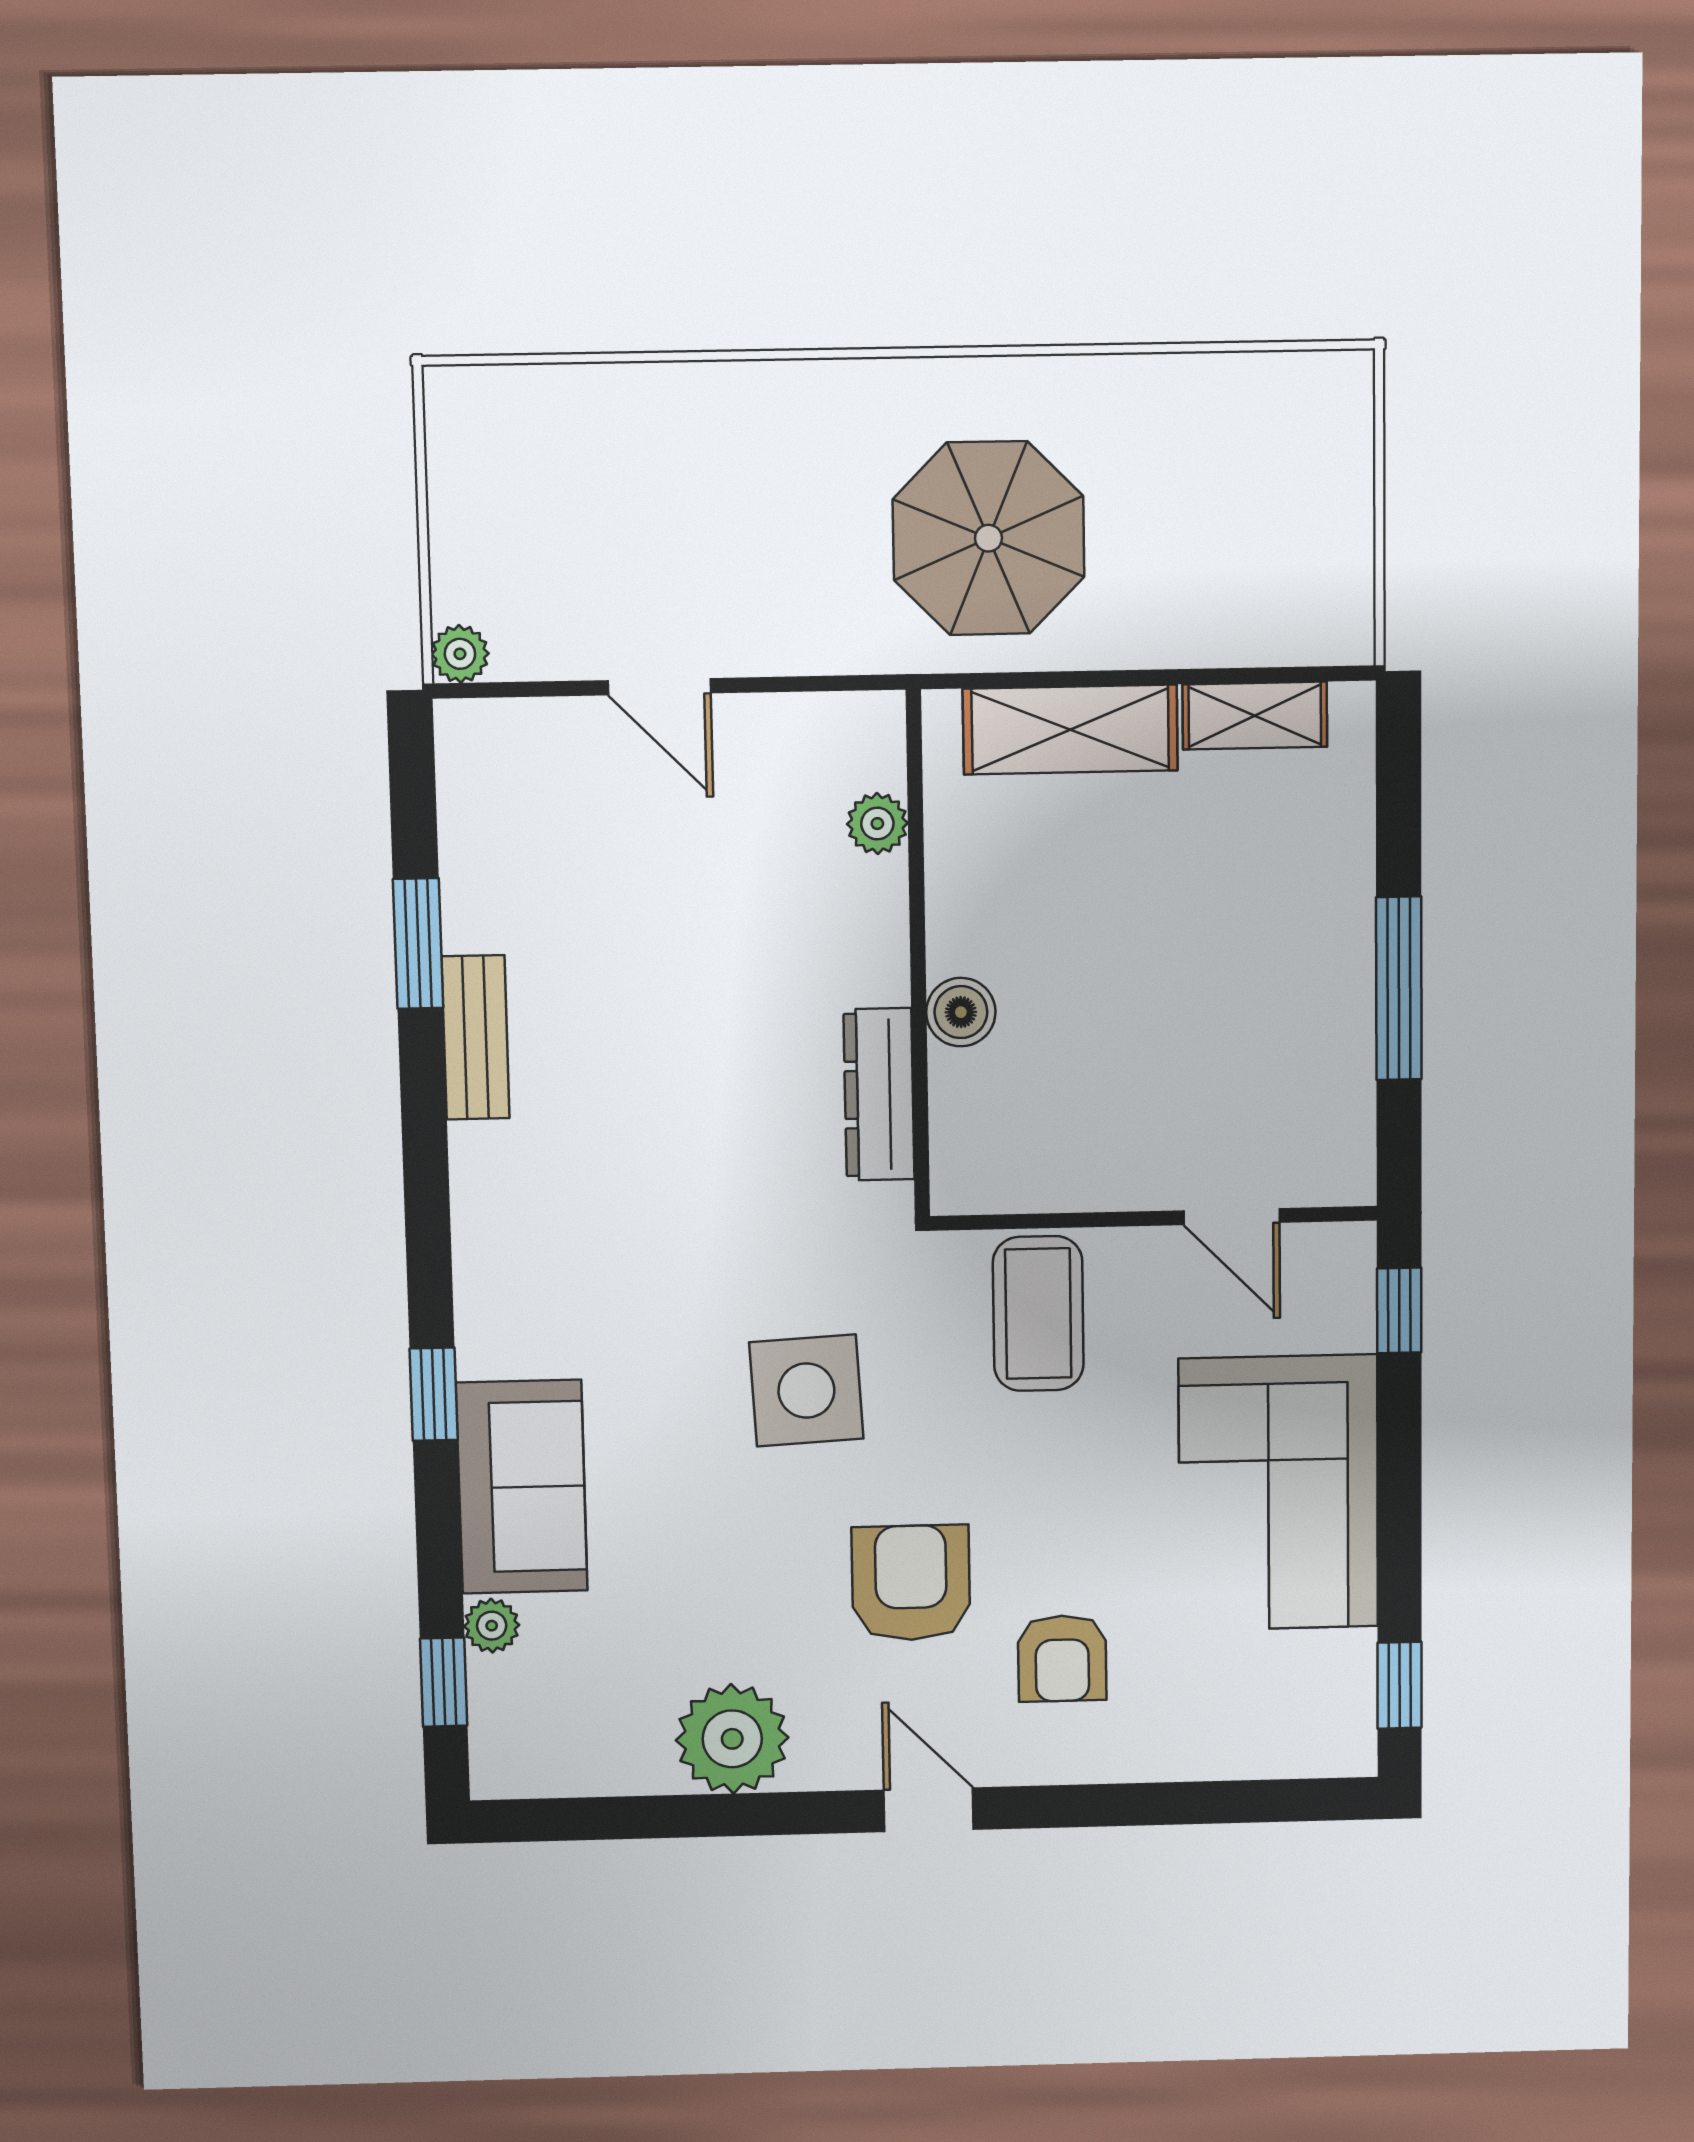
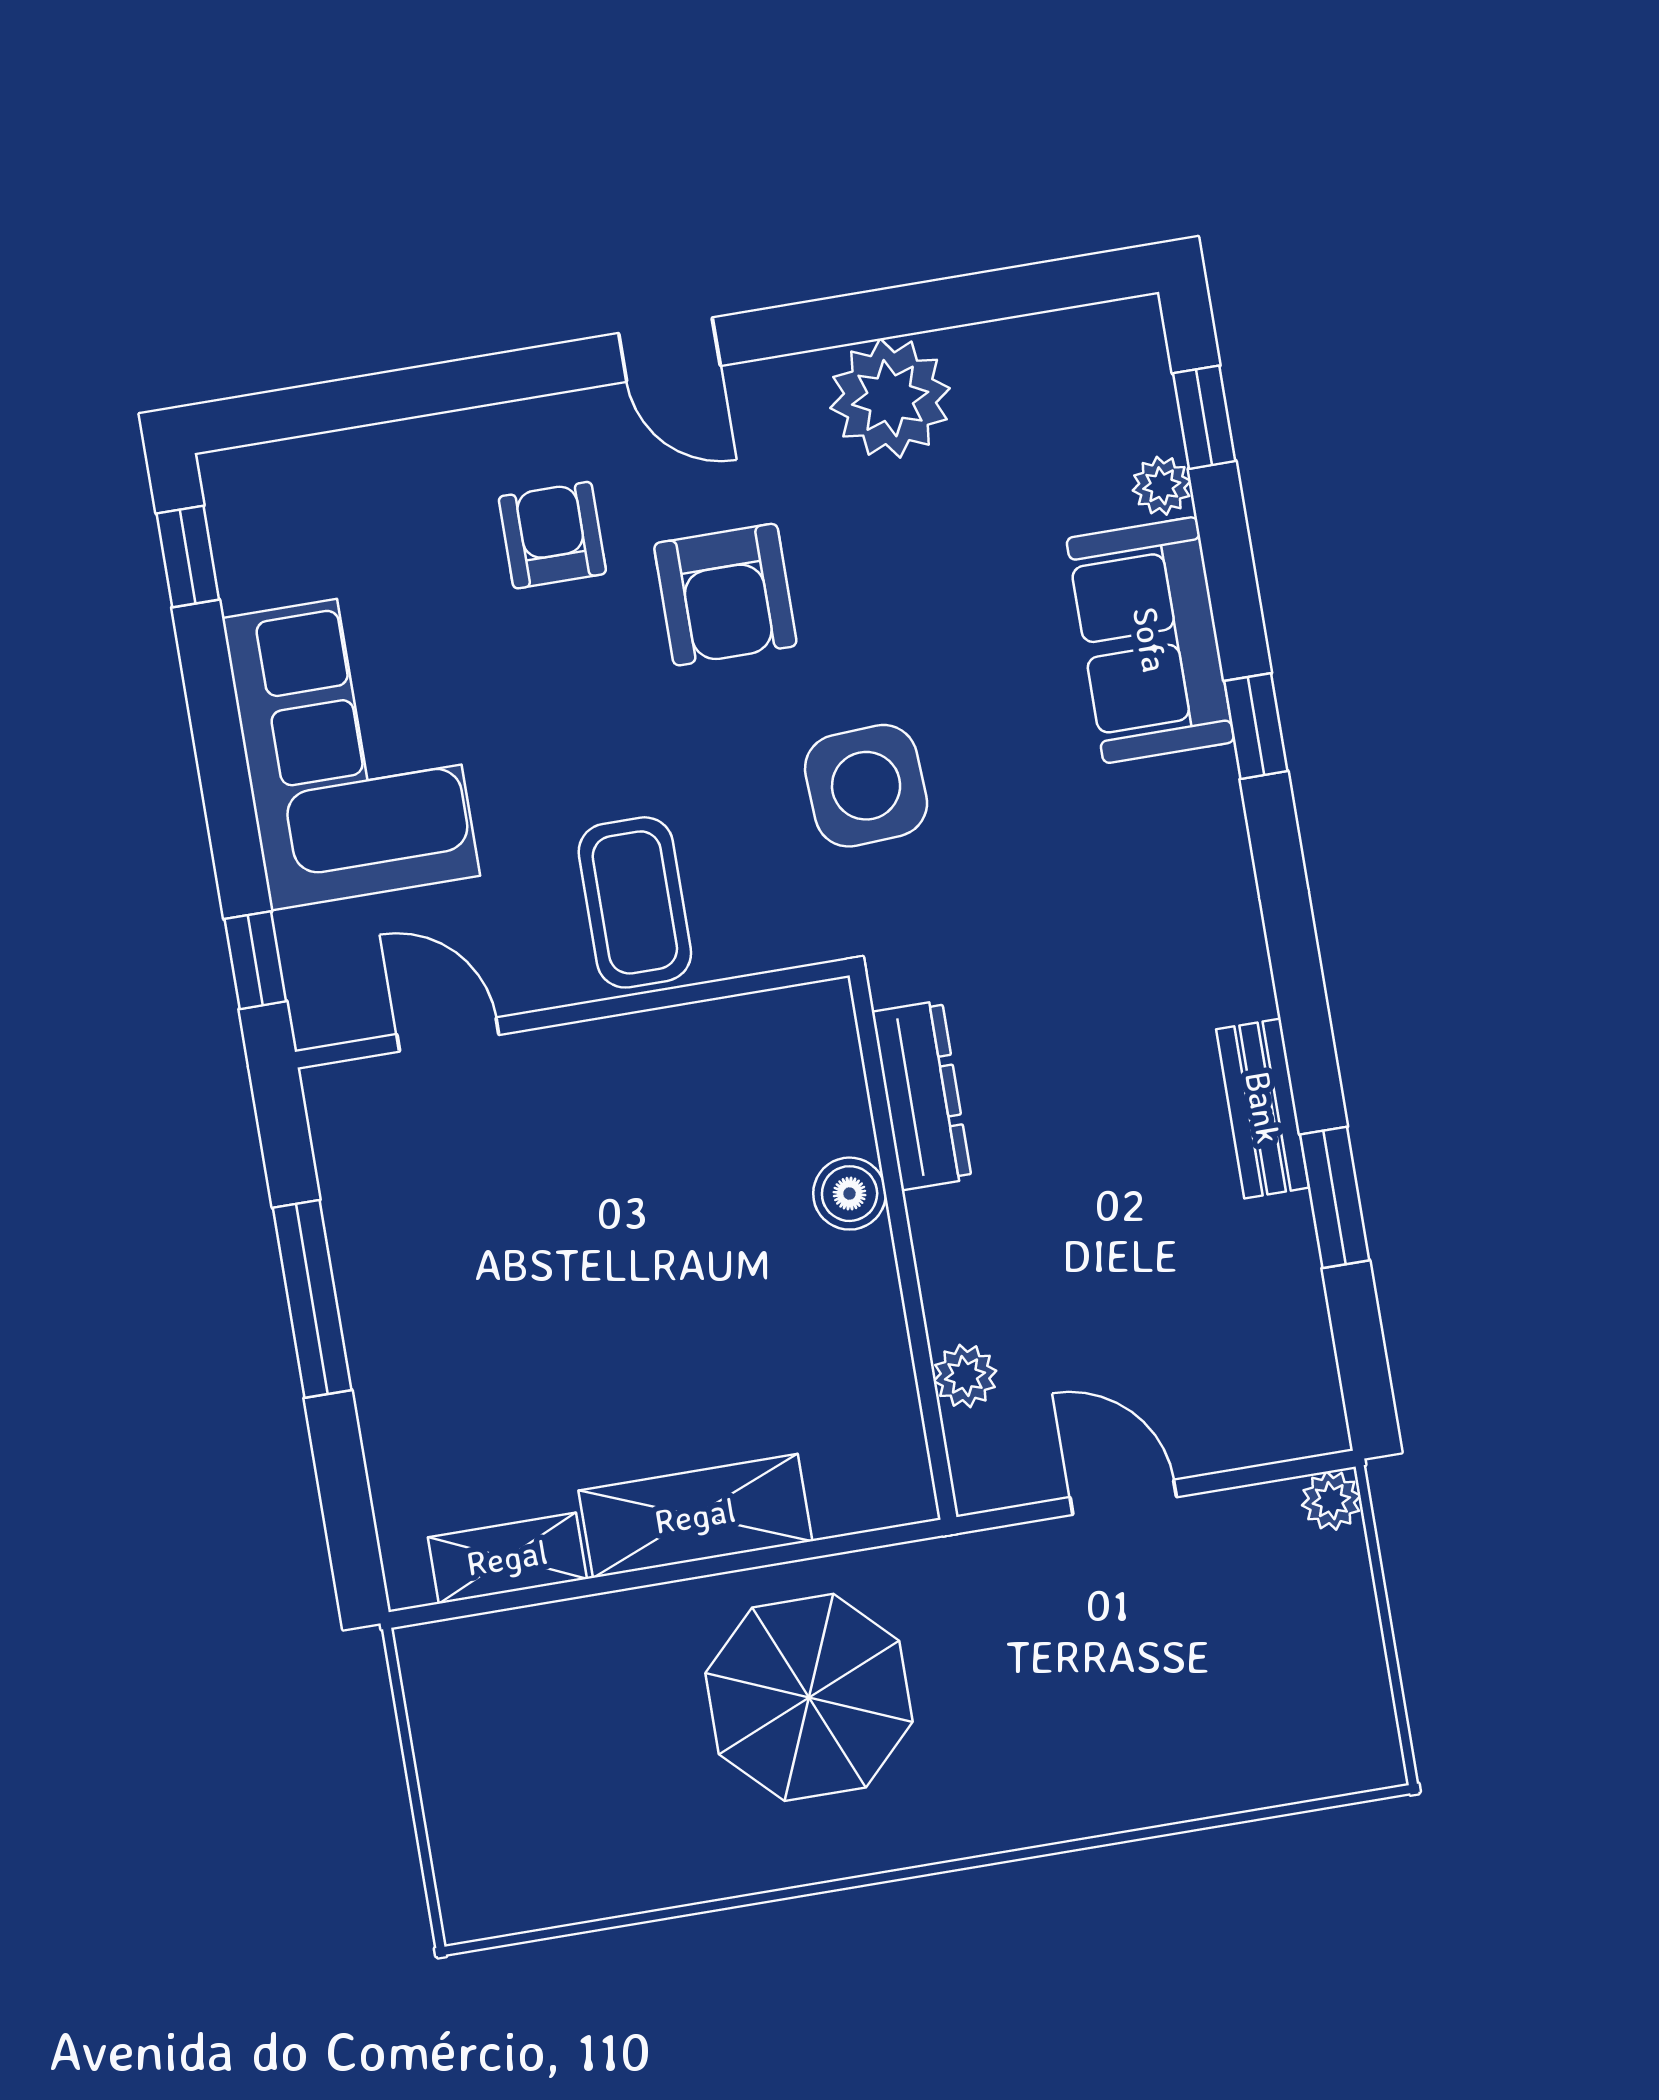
plant: (877, 824) -> (965, 1376), moved
wall: (918, 955) -> (903, 1246), moved
boiler: (961, 1012) -> (850, 1194), moved
dresser: (879, 1094) -> (922, 1095), moved

